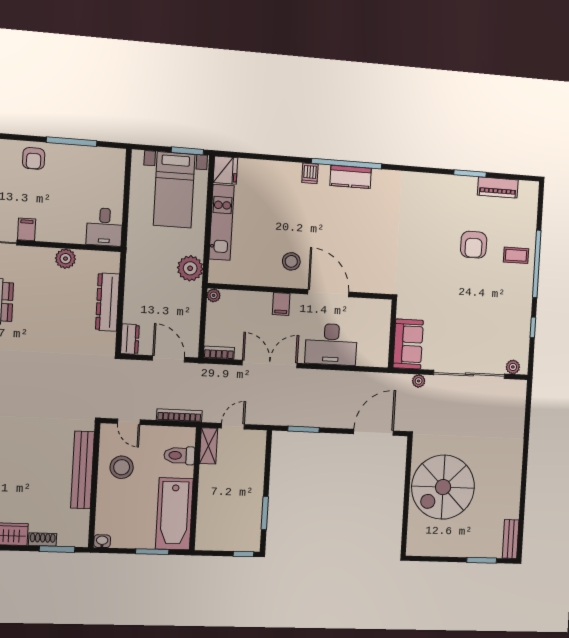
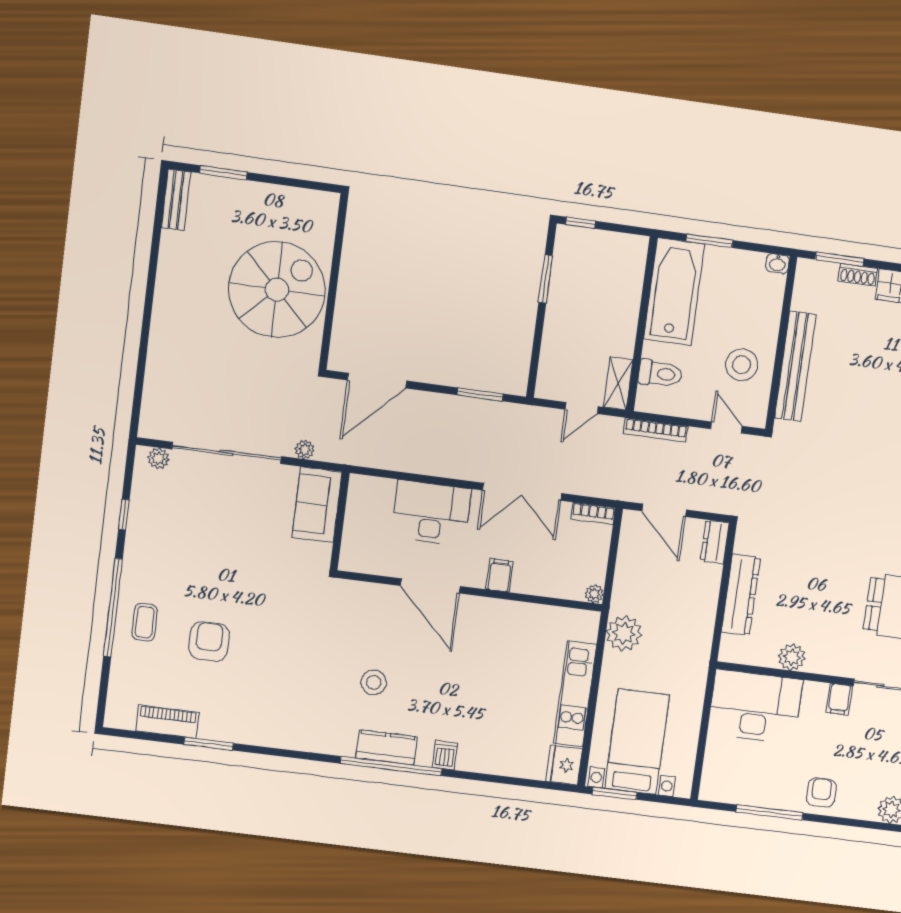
desk: (104, 227) -> (755, 707), width x1.87, depth x1.30
coffee table: (516, 255) -> (145, 622), turned 90
stool: (291, 261) -> (374, 682), moved

